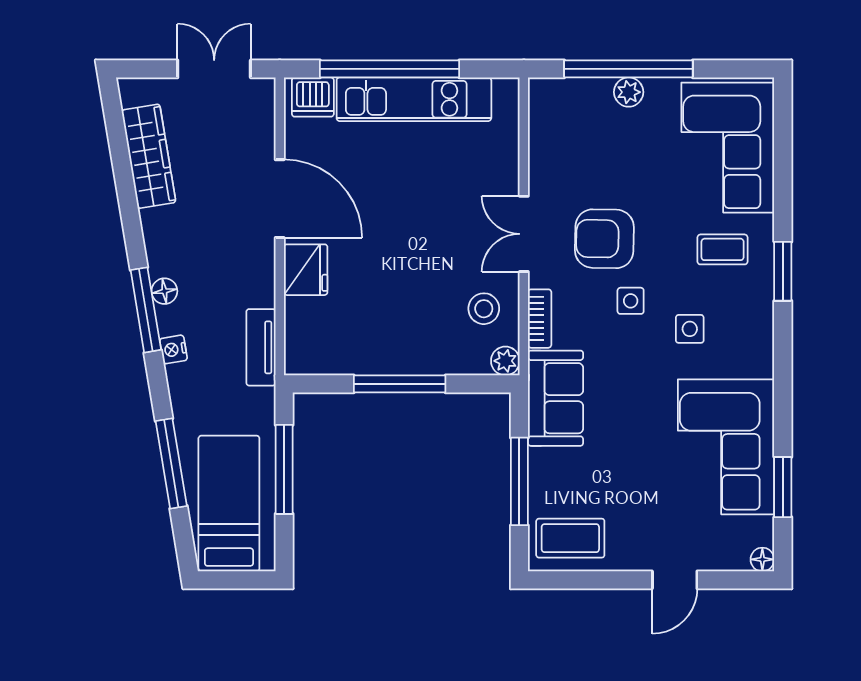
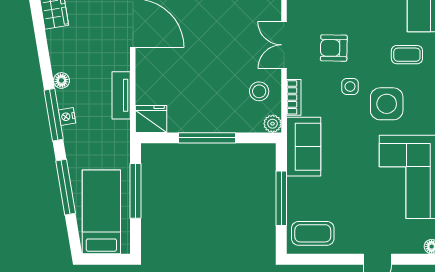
armchair: (604, 239) -> (334, 48), width x0.72, depth x0.72
fridge: (306, 270) -> (151, 119), moved, turned -90
window: (146, 310) -> (54, 115), moved
side table: (690, 329) -> (387, 104), width x1.87, depth x1.87
tv unit: (261, 347) -> (121, 95), moved

